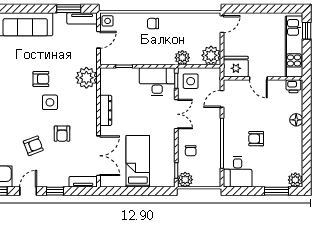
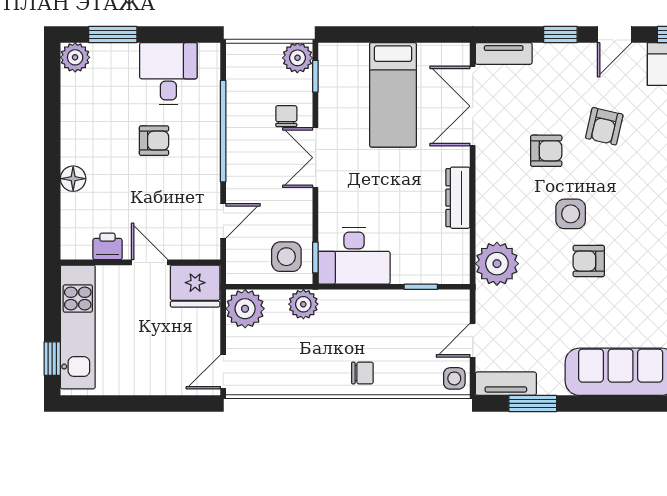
printer: (293, 86) -> (107, 246), moved
double door: (176, 114) -> (315, 158), moved
armchair: (62, 134) -> (546, 151), turned 90
armchair: (33, 146) -> (604, 126), turned -56
desk: (238, 172) -> (168, 74), moved

